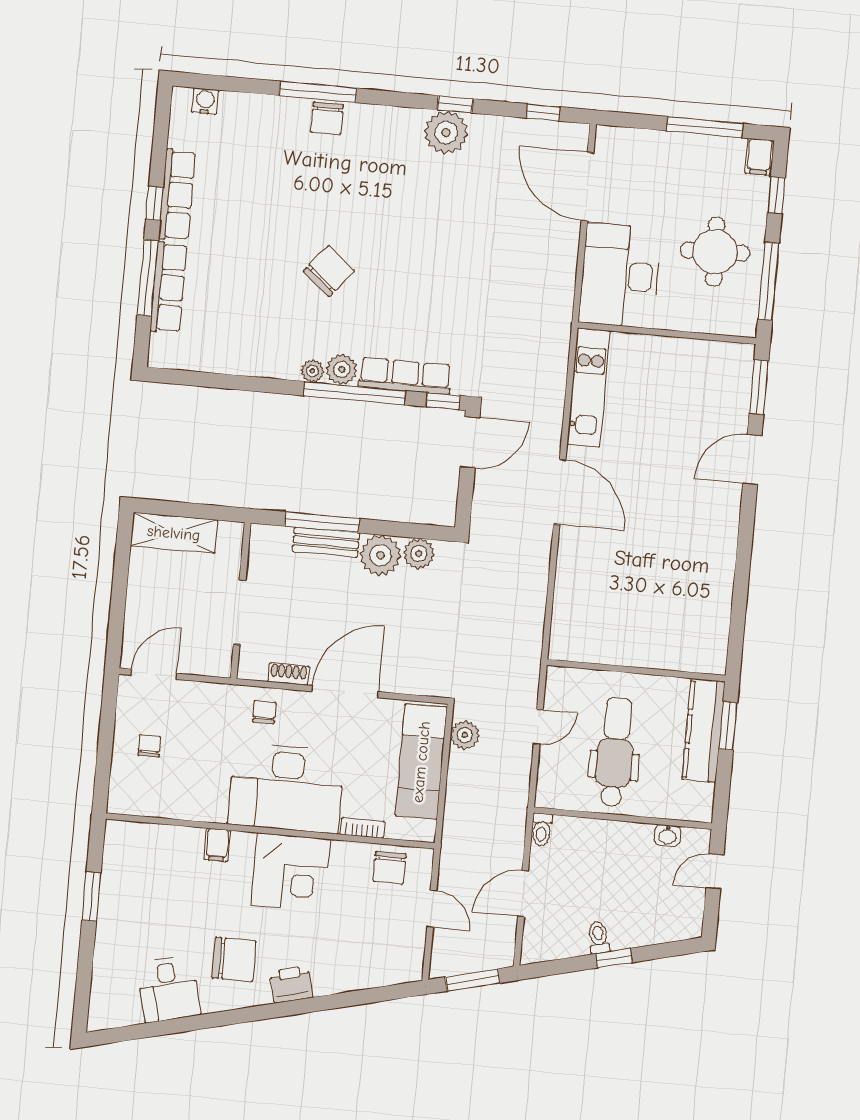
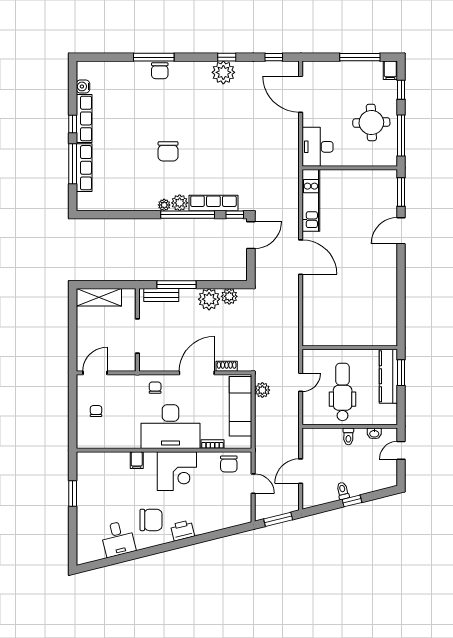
water cooler: (205, 101) -> (83, 86), moved, turned -90
chair: (329, 271) -> (168, 151), turned 141
desk: (620, 275) -> (318, 147), width x0.73, depth x0.77
bench: (326, 542) -> (161, 295), moved
shoe rack: (289, 674) -> (227, 366), moved
toilet: (542, 830) -> (348, 436), moved

